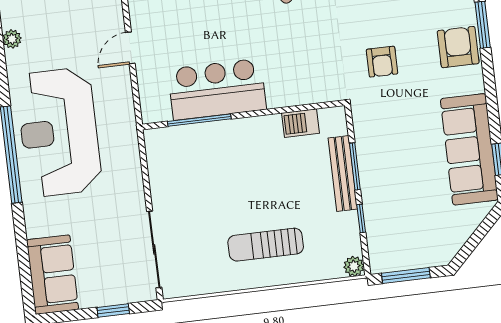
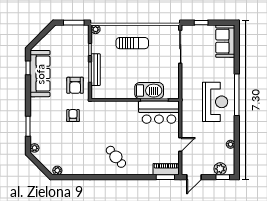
armchair: (458, 47) -> (75, 85), moved
door: (130, 48) -> (180, 144), moved
bar counter: (217, 89) -> (159, 112), moved
barbecue: (301, 123) -> (149, 91), moved, width x1.88, depth x1.53
reception desk: (59, 132) -> (215, 102), width x0.74, depth x0.77

